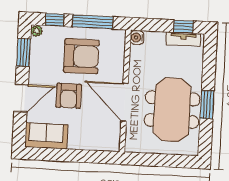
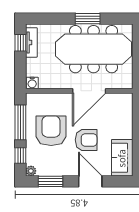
meeting table: (172, 110) -> (94, 49), width x1.36

